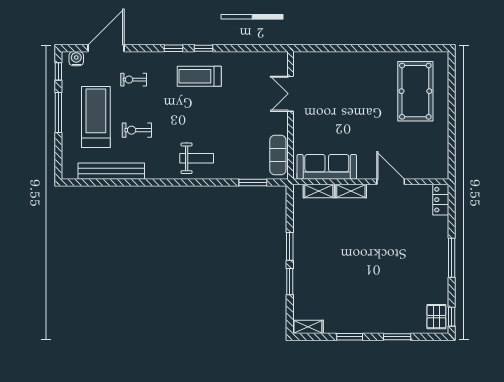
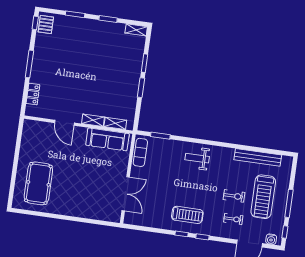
double door: (290, 94) -> (126, 194), width x1.37
exercise bike: (137, 130) -> (234, 196), moved
locker: (441, 200) -> (33, 94), moved

